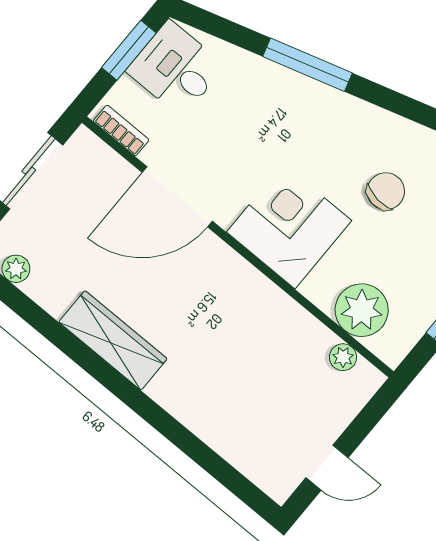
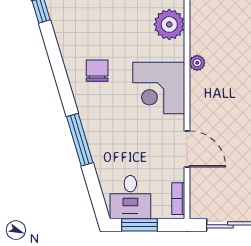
chair: (386, 191) -> (97, 71), moved, turned 83
door: (177, 197) -> (187, 149), width x0.73
plant: (343, 357) -> (197, 63), moved

